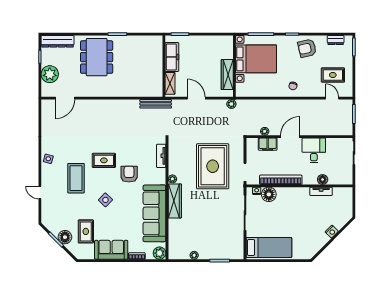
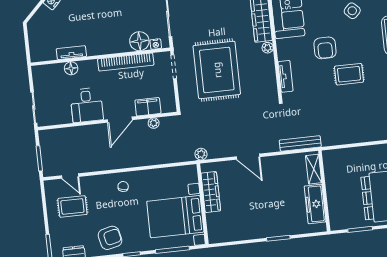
freezer: (172, 57) -> (315, 204), moved
wall: (164, 66) -> (324, 191), moved
shelving: (170, 83) -> (314, 169), moved
rug: (104, 160) -> (349, 74), moved

